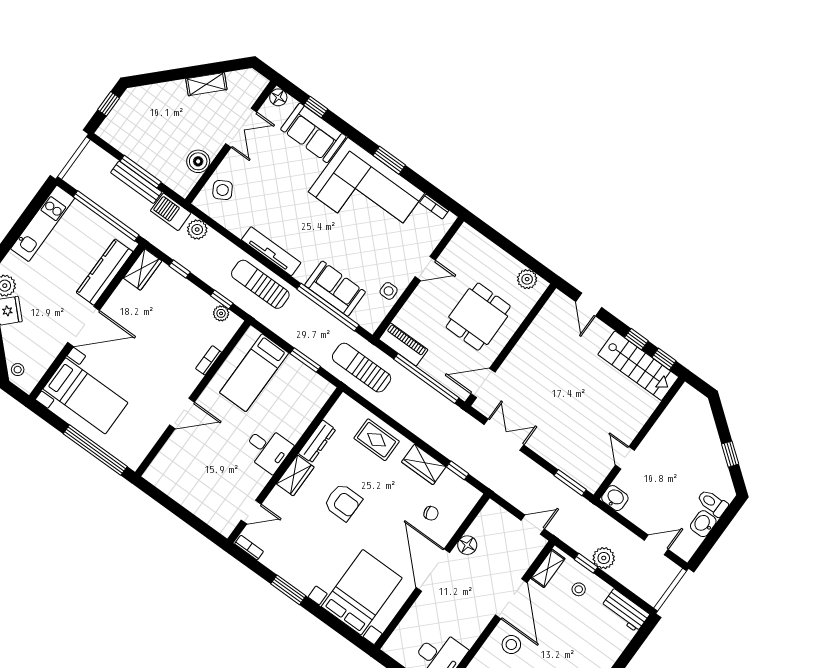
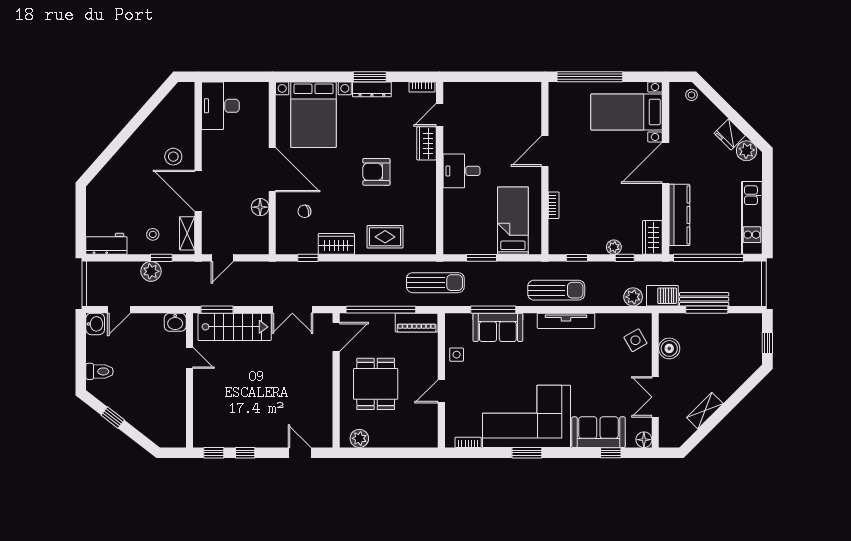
window: (328, 307) -> (493, 310), width x0.68
plant: (221, 313) -> (614, 247), moved
stairs: (638, 366) -> (235, 327), moved, turned 180
dresser: (317, 441) -> (372, 89), moved, turned -90
wardrobe: (295, 475) -> (427, 143), moved
washbasin: (703, 524) -> (95, 324), moved

